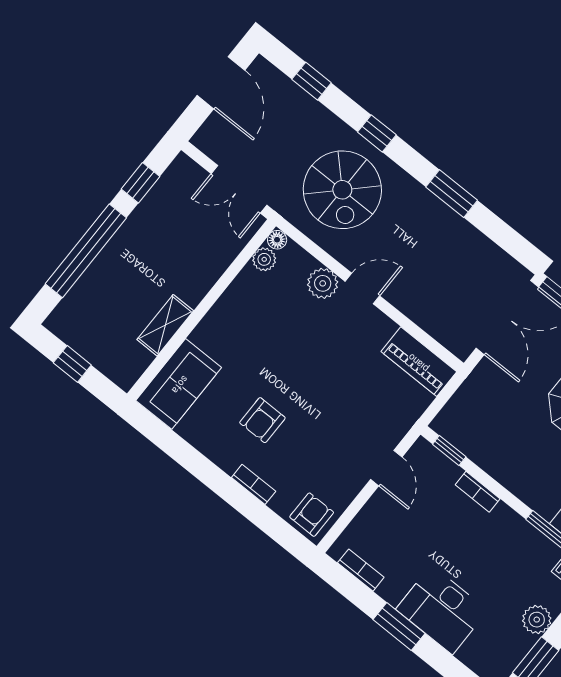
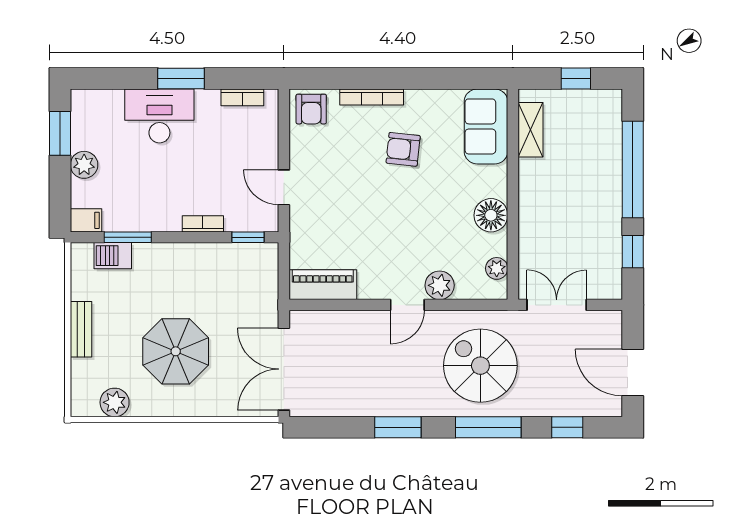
window: (377, 133) -> (488, 427), width x2.17
floor lamp: (277, 240) -> (491, 215), moved, width x1.89, depth x1.89
shelving: (165, 325) -> (530, 130), moved
armchair: (262, 420) -> (403, 149), turned -84
bookcase: (254, 484) -> (372, 97), width x1.56

